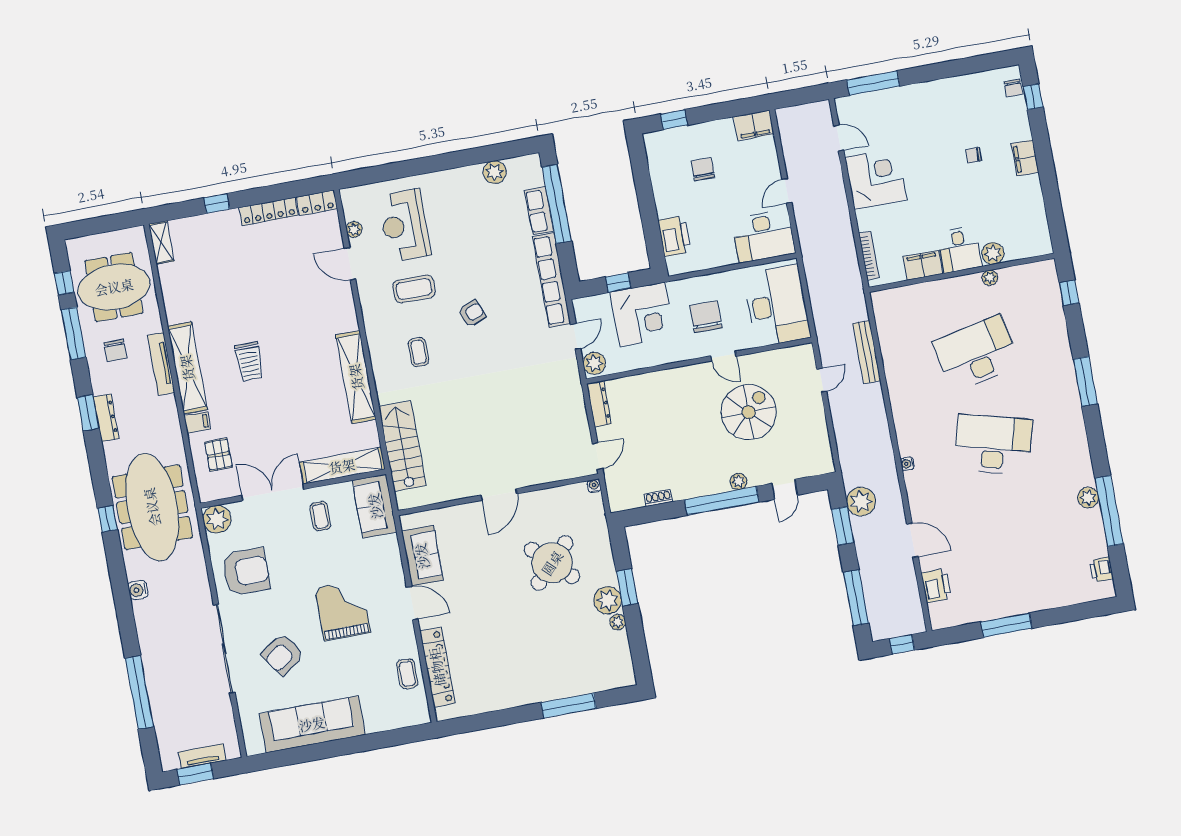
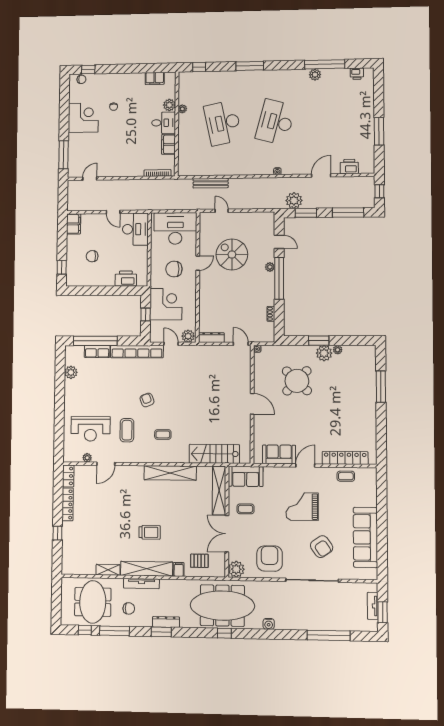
filing cabinet: (1025, 158) -> (155, 78), moved
corner desk: (876, 179) -> (83, 118), moved, turned 90
shelving: (161, 243) -> (108, 570), moved

